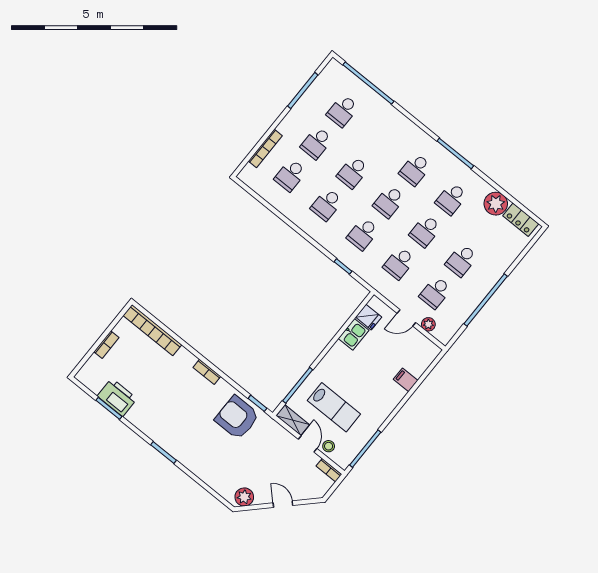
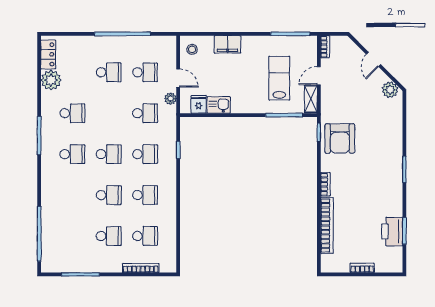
school desk: (343, 111) -> (72, 236), removed
school desk: (425, 231) -> (109, 113), removed
plant: (428, 324) -> (171, 99), moved
bookcase: (152, 330) -> (327, 225), moved
filing cabinet: (406, 380) -> (228, 44), width x2.00
stool: (329, 446) -> (192, 49), moved

